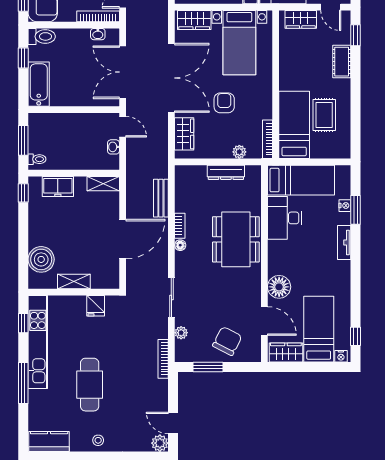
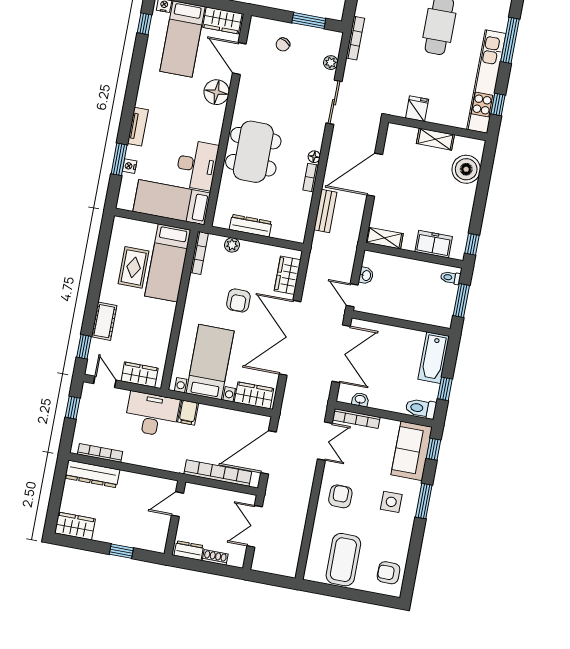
chair: (227, 341) -> (283, 44), width x0.54, depth x0.54

